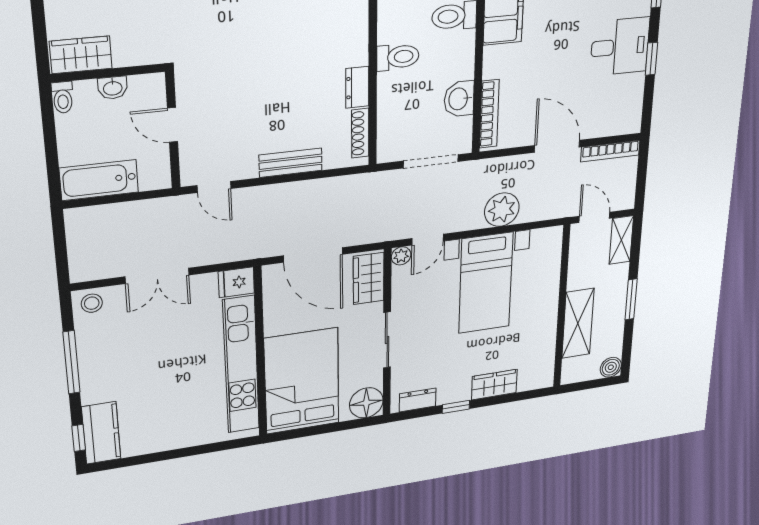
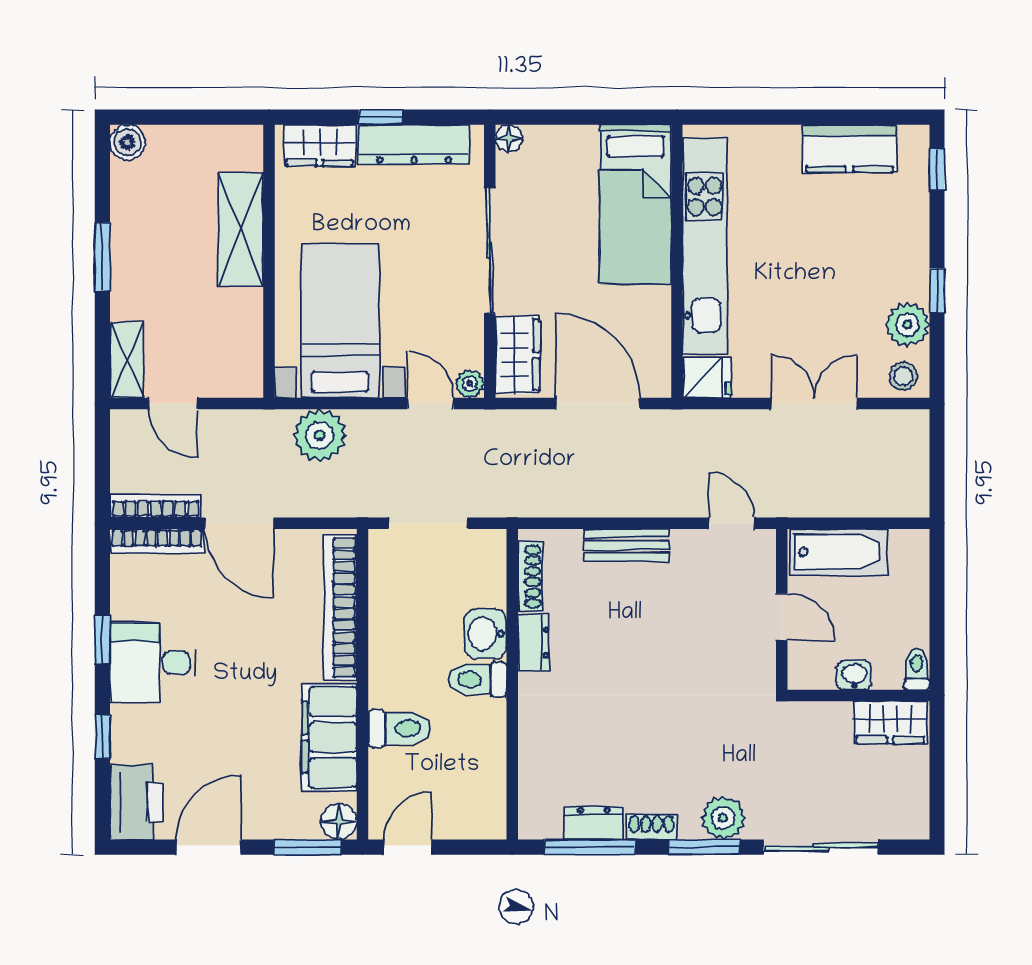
washbasin: (459, 99) -> (485, 634), moved, turned 180
bookcase: (489, 114) -> (340, 608), width x1.48, depth x1.31
bookcase: (611, 128) -> (157, 541), added
bathtub: (99, 180) -> (838, 552), moved
door: (428, 240) -> (431, 404), hinge flipped
wall: (562, 307) -> (269, 261), moved
shelving: (578, 323) -> (241, 229), moved
plant: (91, 337) -> (908, 325), added
sliding door: (387, 340) -> (490, 251), width x1.37
window: (71, 362) -> (937, 291), width x0.46
bed: (302, 381) -> (635, 204), width x0.67
dresser: (418, 400) -> (414, 145), width x1.96, depth x1.24
floor lamp: (366, 403) -> (509, 138), width x0.53, depth x0.53
kitchen counter: (101, 433) -> (849, 148), moved, turned -90

